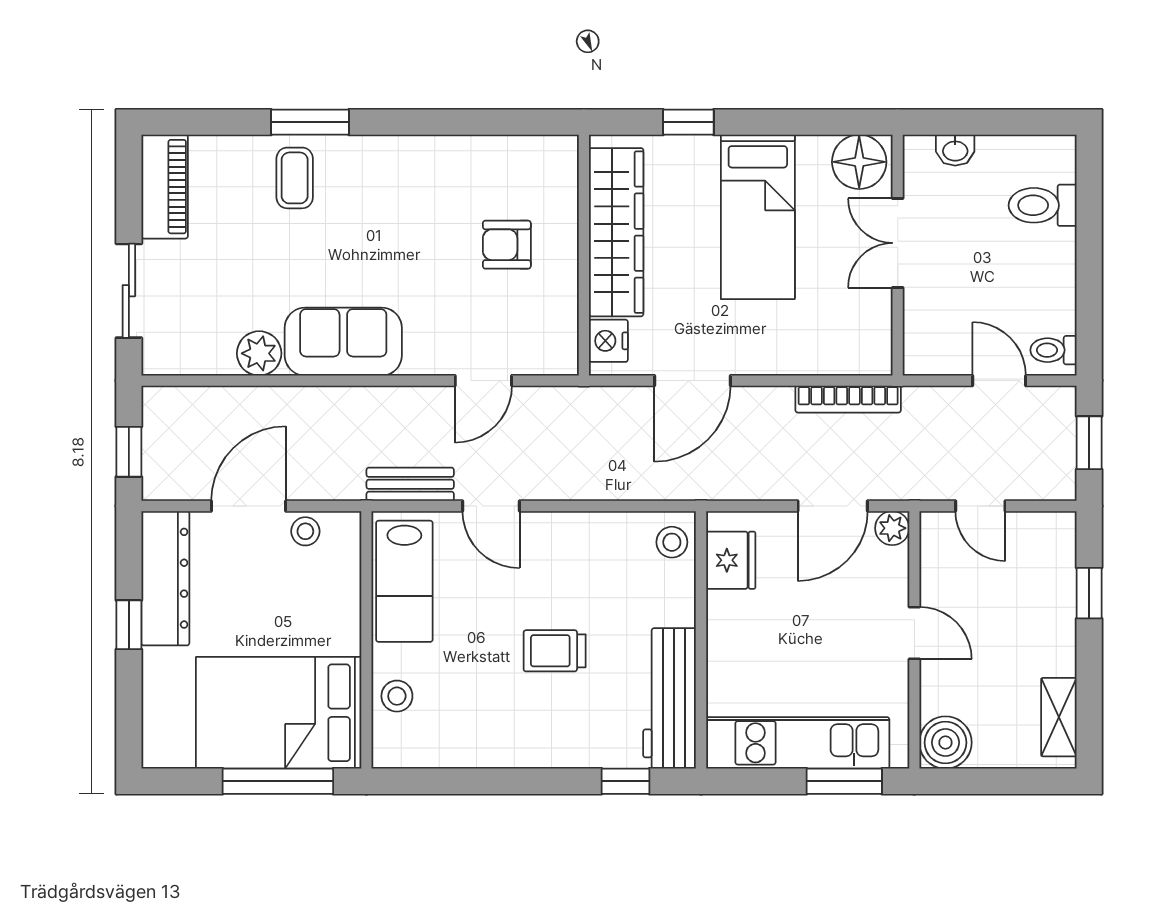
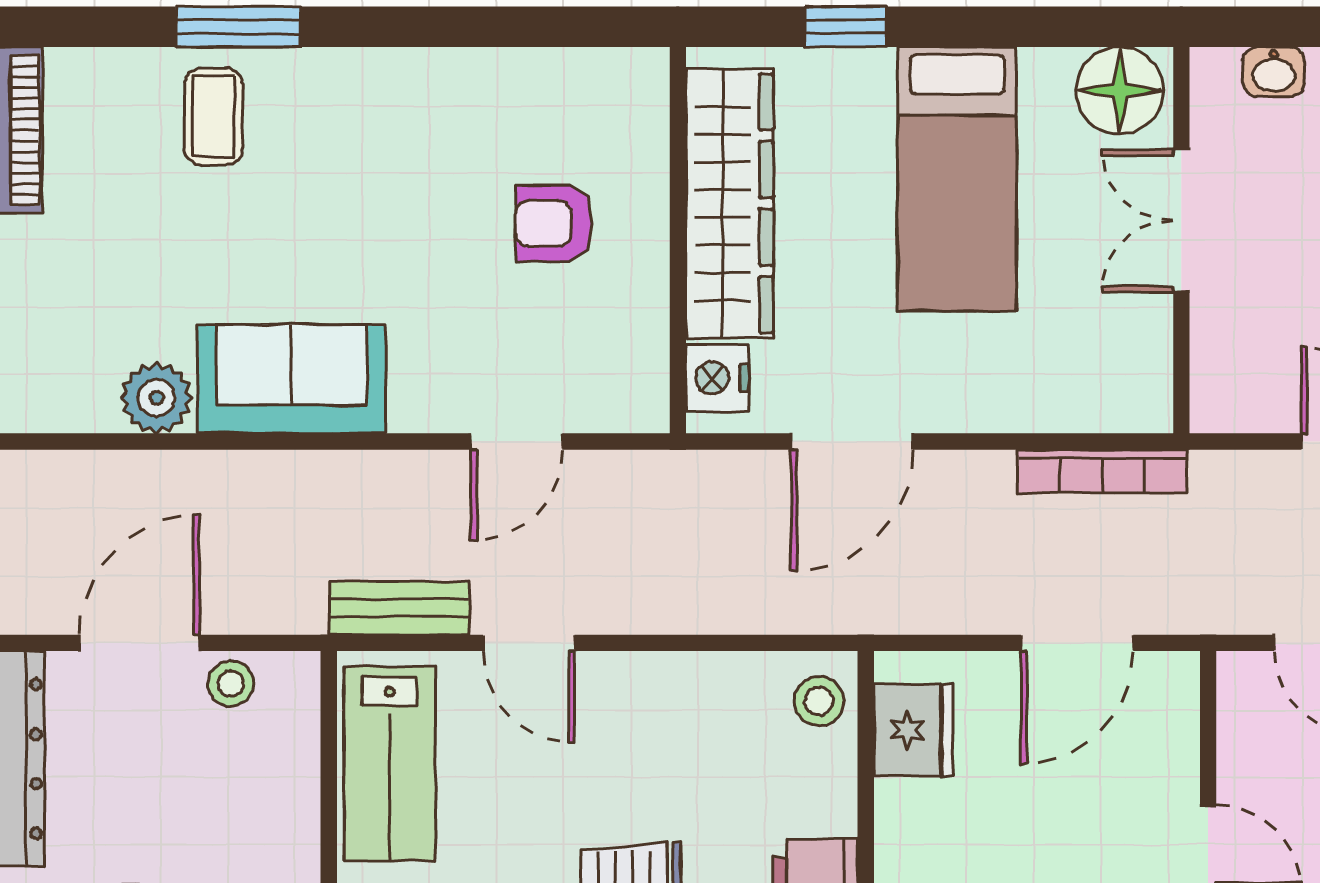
plant: (892, 528) -> (1173, 678), removed

